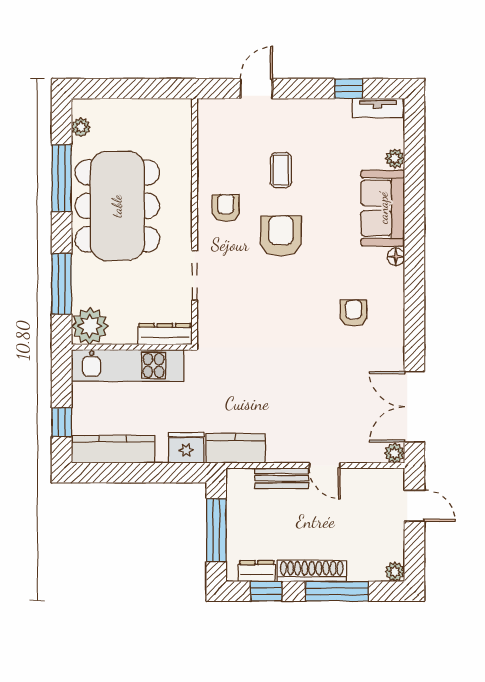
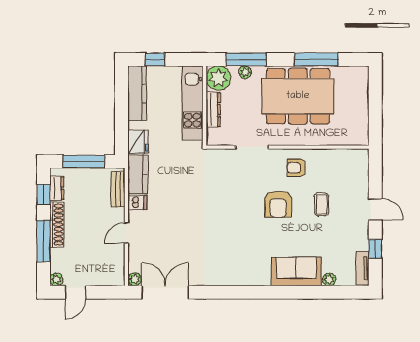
door: (256, 89) -> (375, 209), moved
plant: (81, 127) -> (245, 72), moved
coffee table: (281, 170) -> (321, 204), turned 90
armchair: (226, 208) -> (296, 168), turned 180
armchair: (281, 236) -> (278, 204), turned 90
floor lamp: (396, 257) -> (264, 280), removed
armchair: (354, 313) -> (227, 252), removed
dresser: (165, 334) -> (213, 110), moved
dishwasher: (278, 449) -> (137, 202), added
bench: (282, 478) -> (118, 189), moved
door: (414, 506) -> (75, 292), moved

